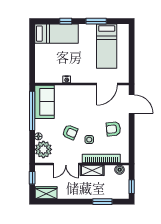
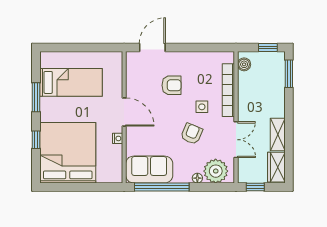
bed: (56, 34) -> (68, 153), width x2.04
door: (107, 84) -> (124, 112), moved
armchair: (113, 129) -> (171, 85), moved, turned -84
shelving: (92, 170) -> (278, 135), moved
window: (102, 202) -> (289, 74), moved

